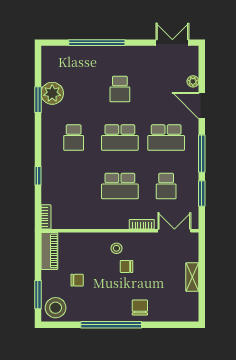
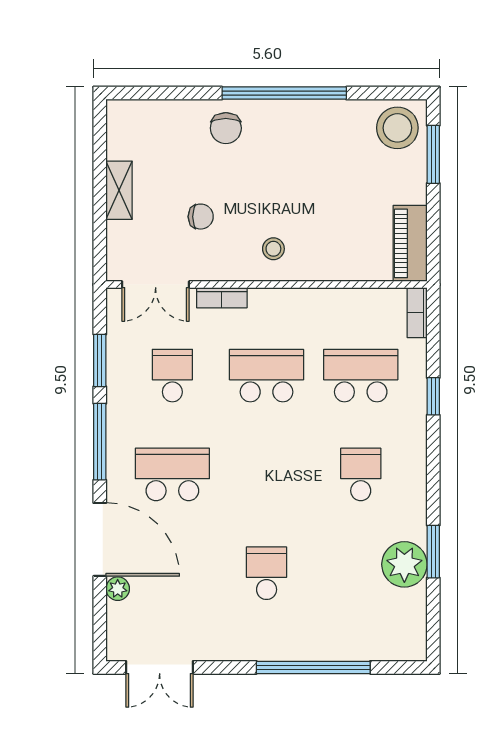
door: (202, 106) -> (100, 539), width x1.36
school desk: (120, 137) -> (361, 376), moved
chair: (126, 266) -> (201, 217), moved
chair: (77, 280) -> (354, 184), removed

